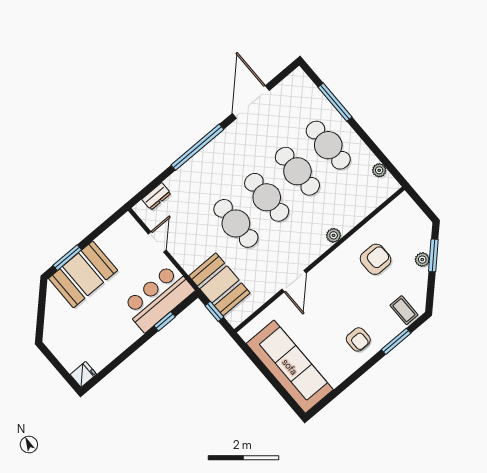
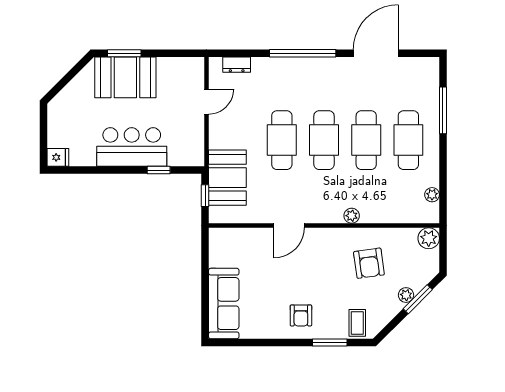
plant: (404, 204) -> (429, 238), added
armchair: (376, 259) -> (369, 263), turned 82
bar counter: (158, 298) -> (132, 147), moved
sofa: (290, 367) -> (224, 304), width x0.74, depth x0.79

